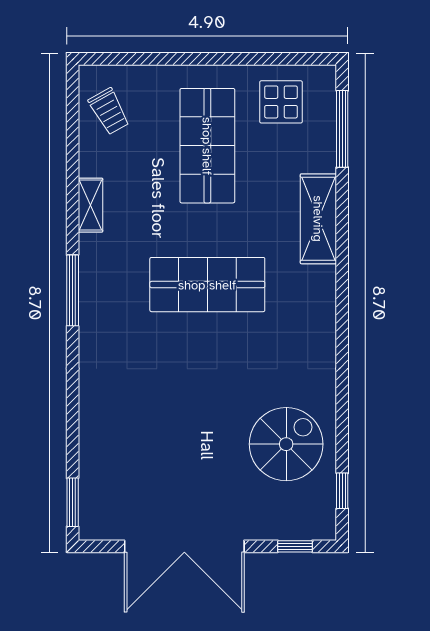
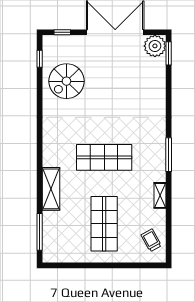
display table: (281, 102) -> (69, 245), removed
plant: (101, 518) -> (155, 46), added

